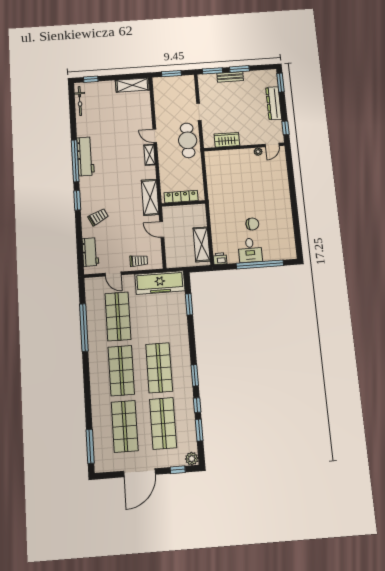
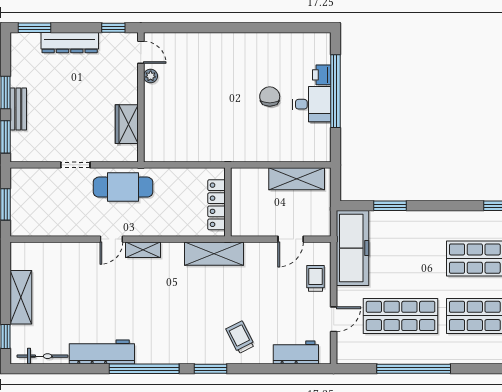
shelving: (132, 85) -> (21, 297), moved
workbench: (85, 156) -> (102, 352), moved
door: (162, 229) -> (291, 239), moved
printer: (220, 259) -> (322, 75), moved

